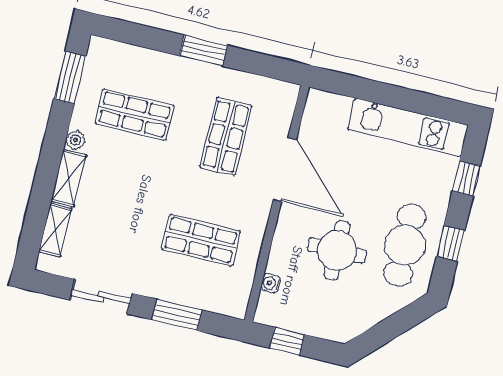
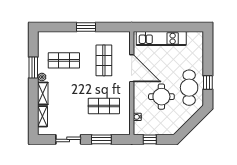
window: (70, 77) -> (33, 67), moved
kitchen unit: (408, 127) -> (161, 39), moved
window: (466, 178) -> (208, 54), removed

